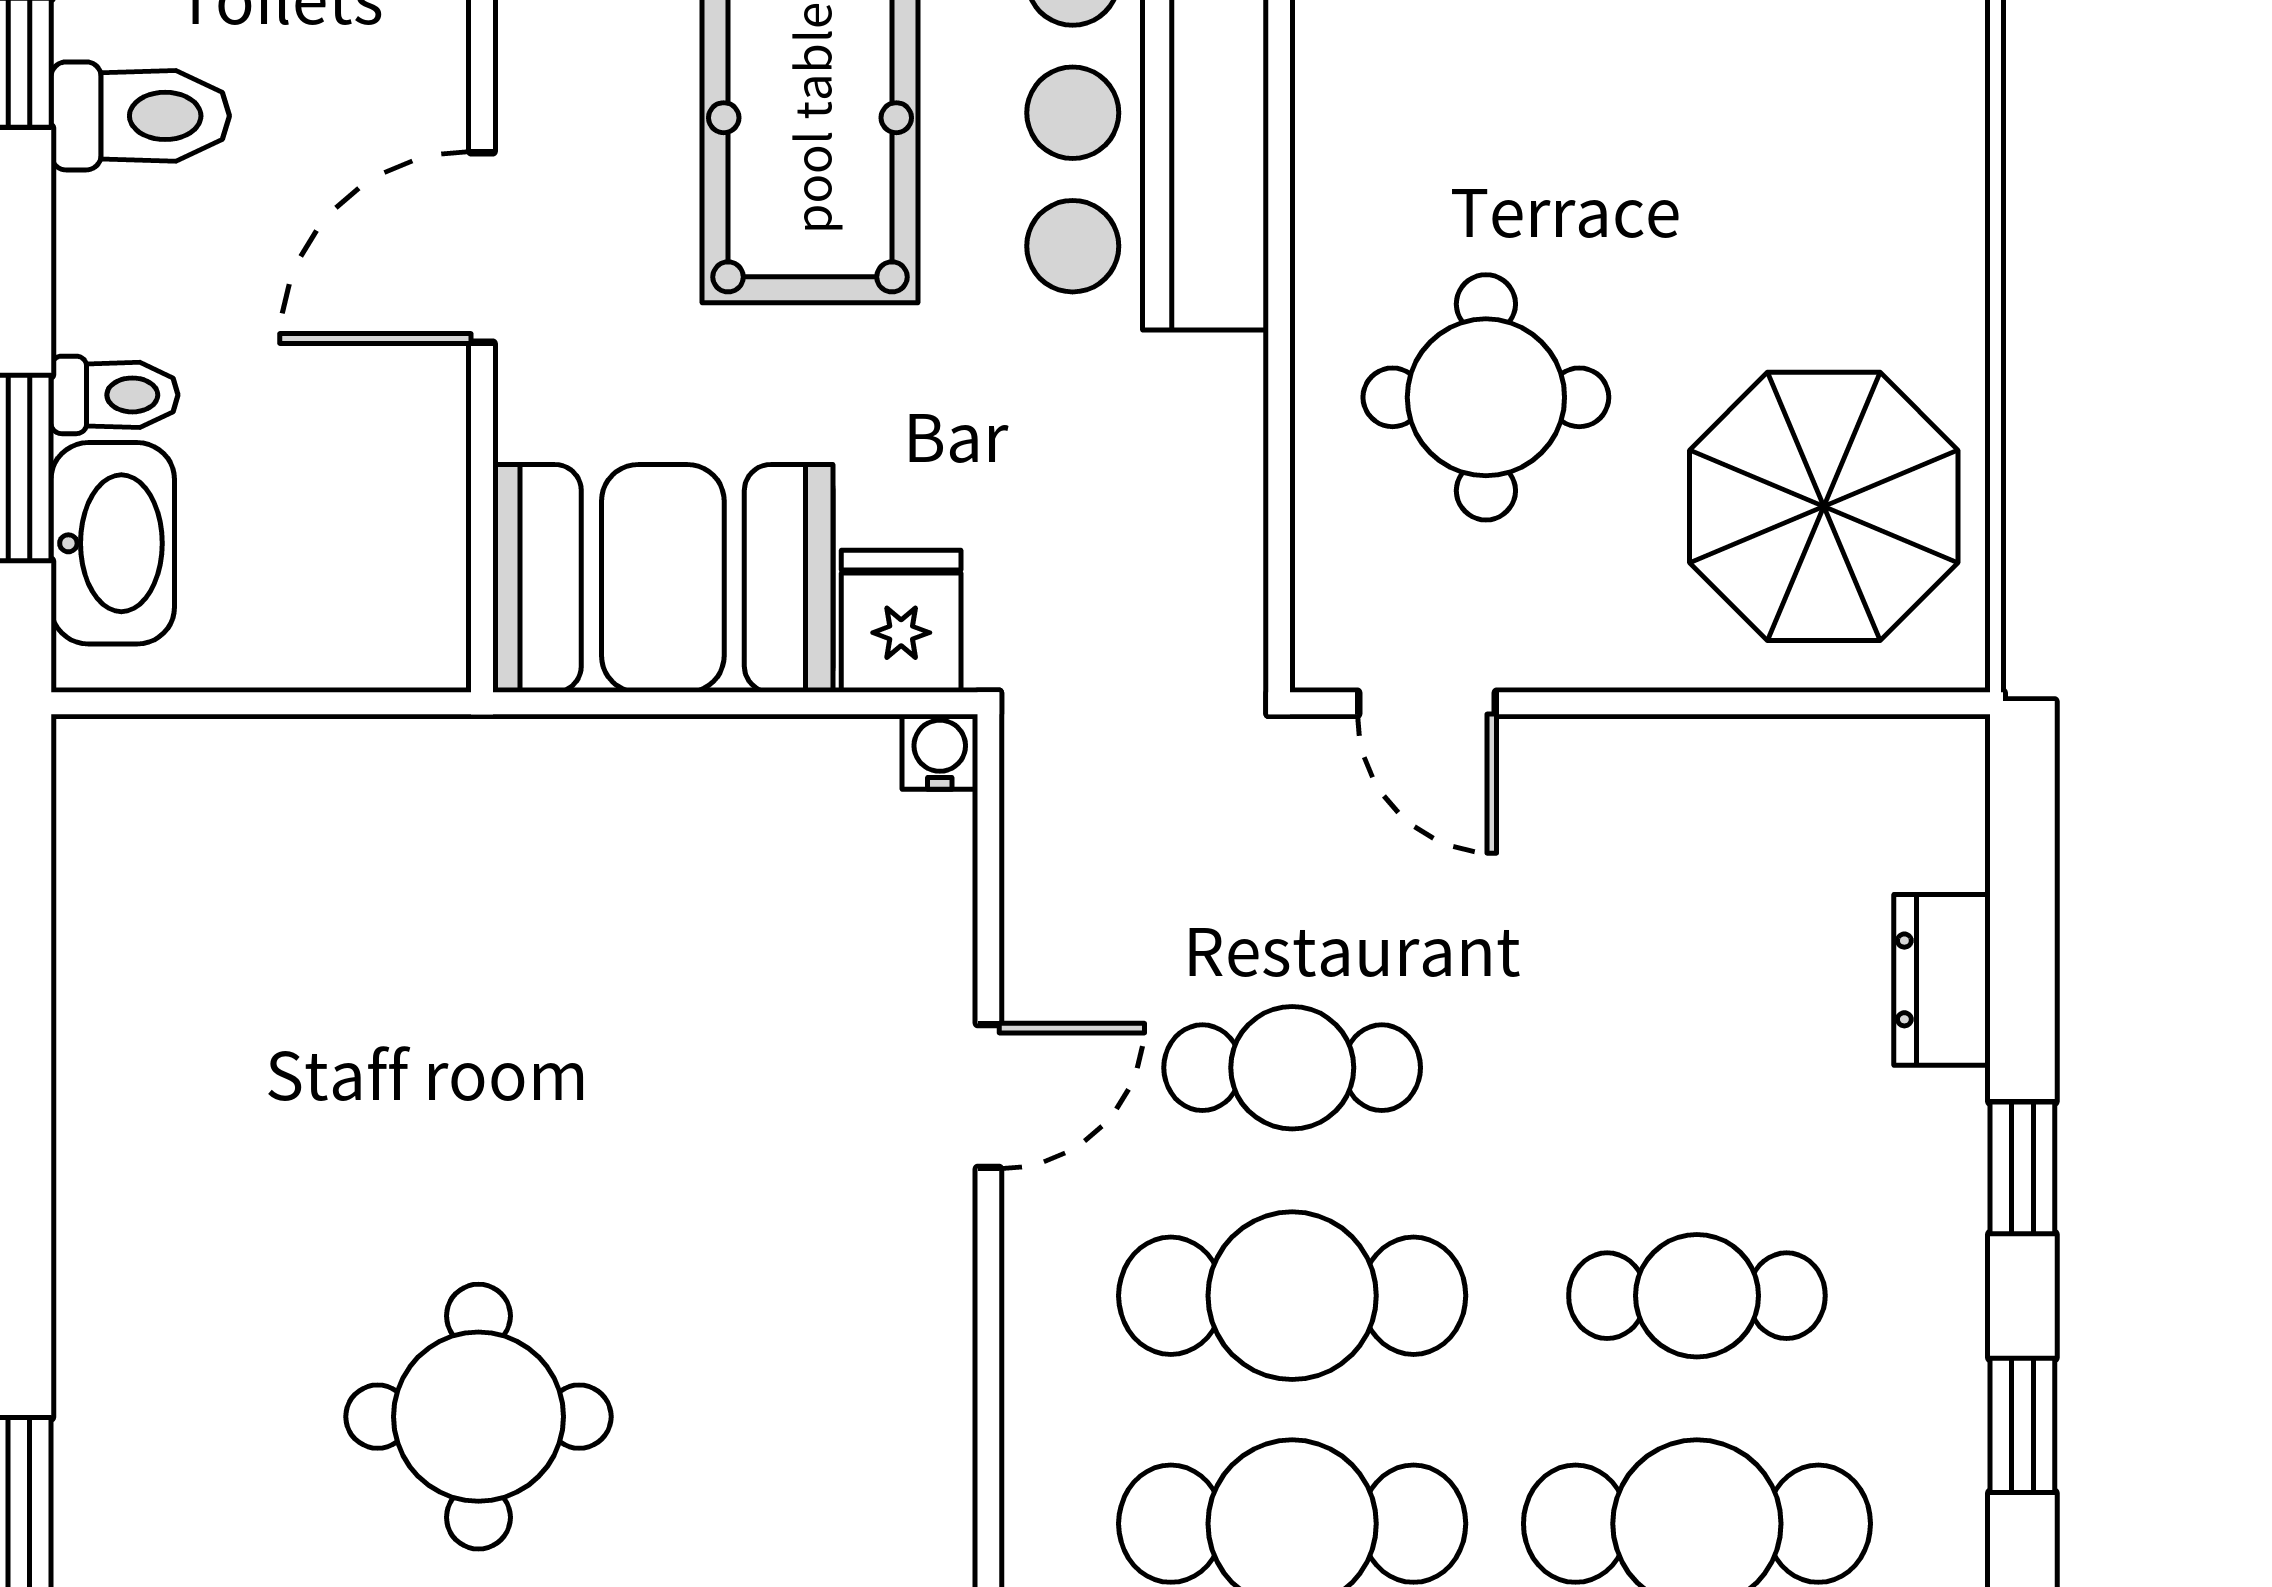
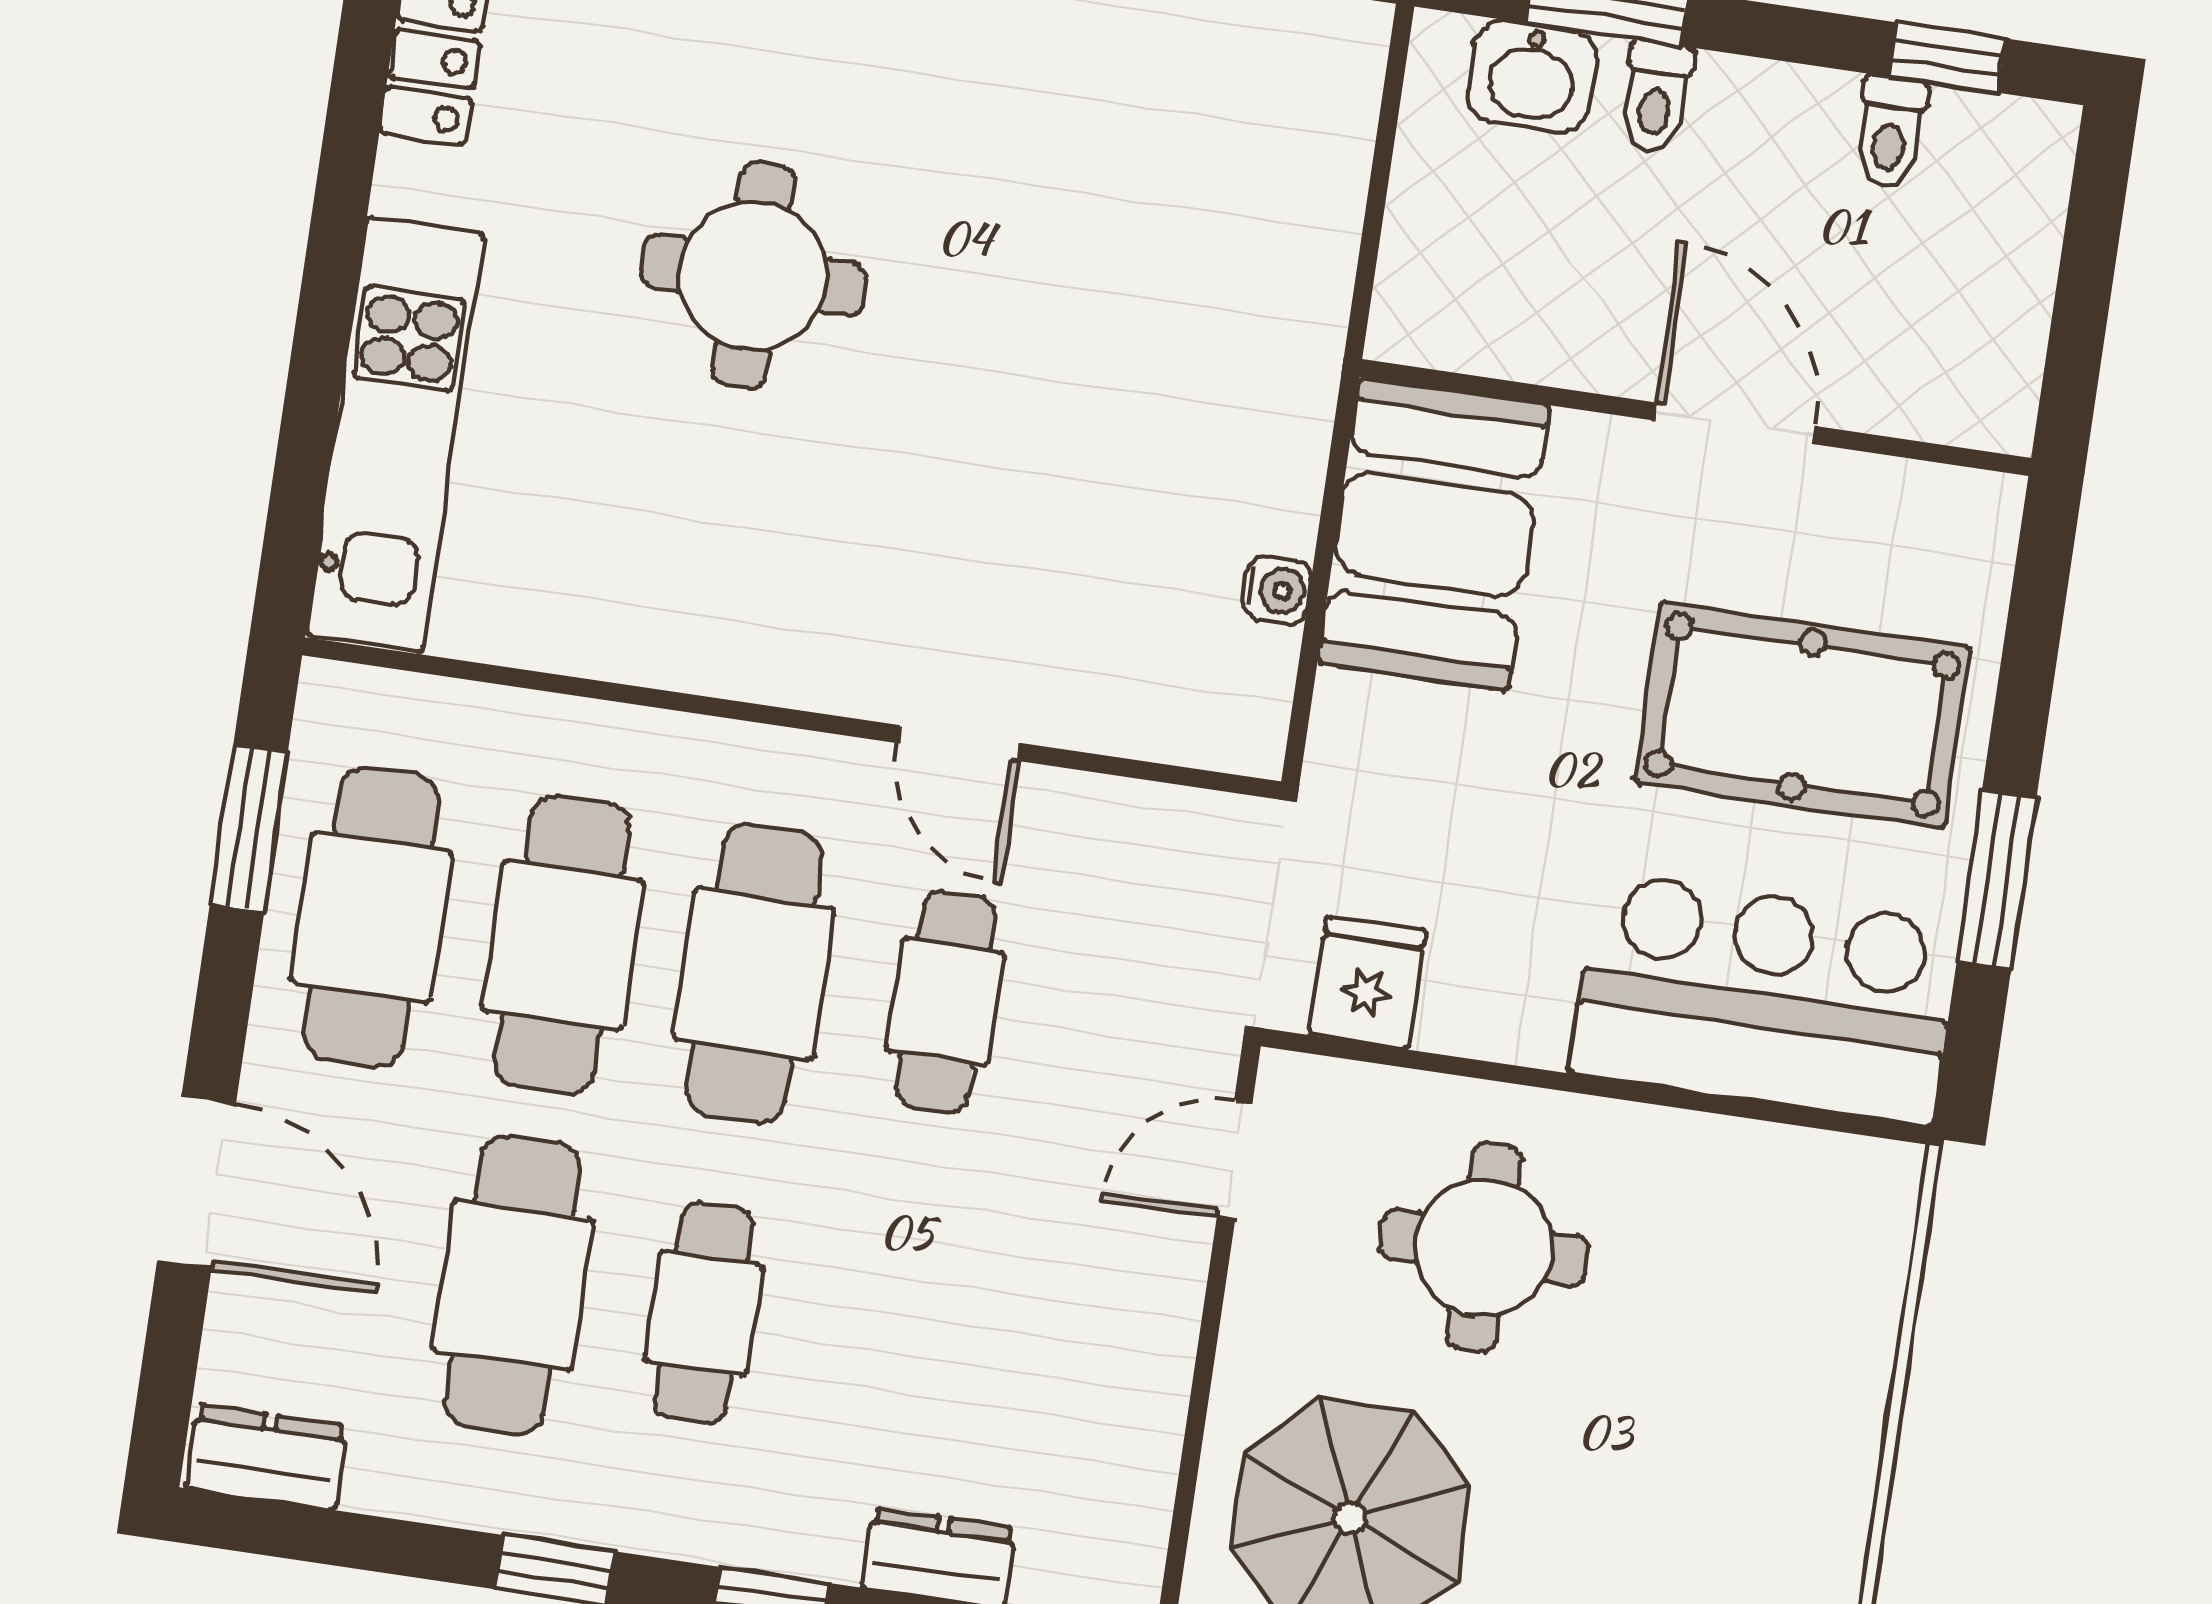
toilet: (140, 116) -> (1890, 132), width x0.73, depth x0.72
washbasin: (113, 543) -> (1532, 77), width x0.72
fridge: (901, 621) -> (1368, 983), moved, turned -90
water cooler: (940, 752) -> (1277, 590), moved

